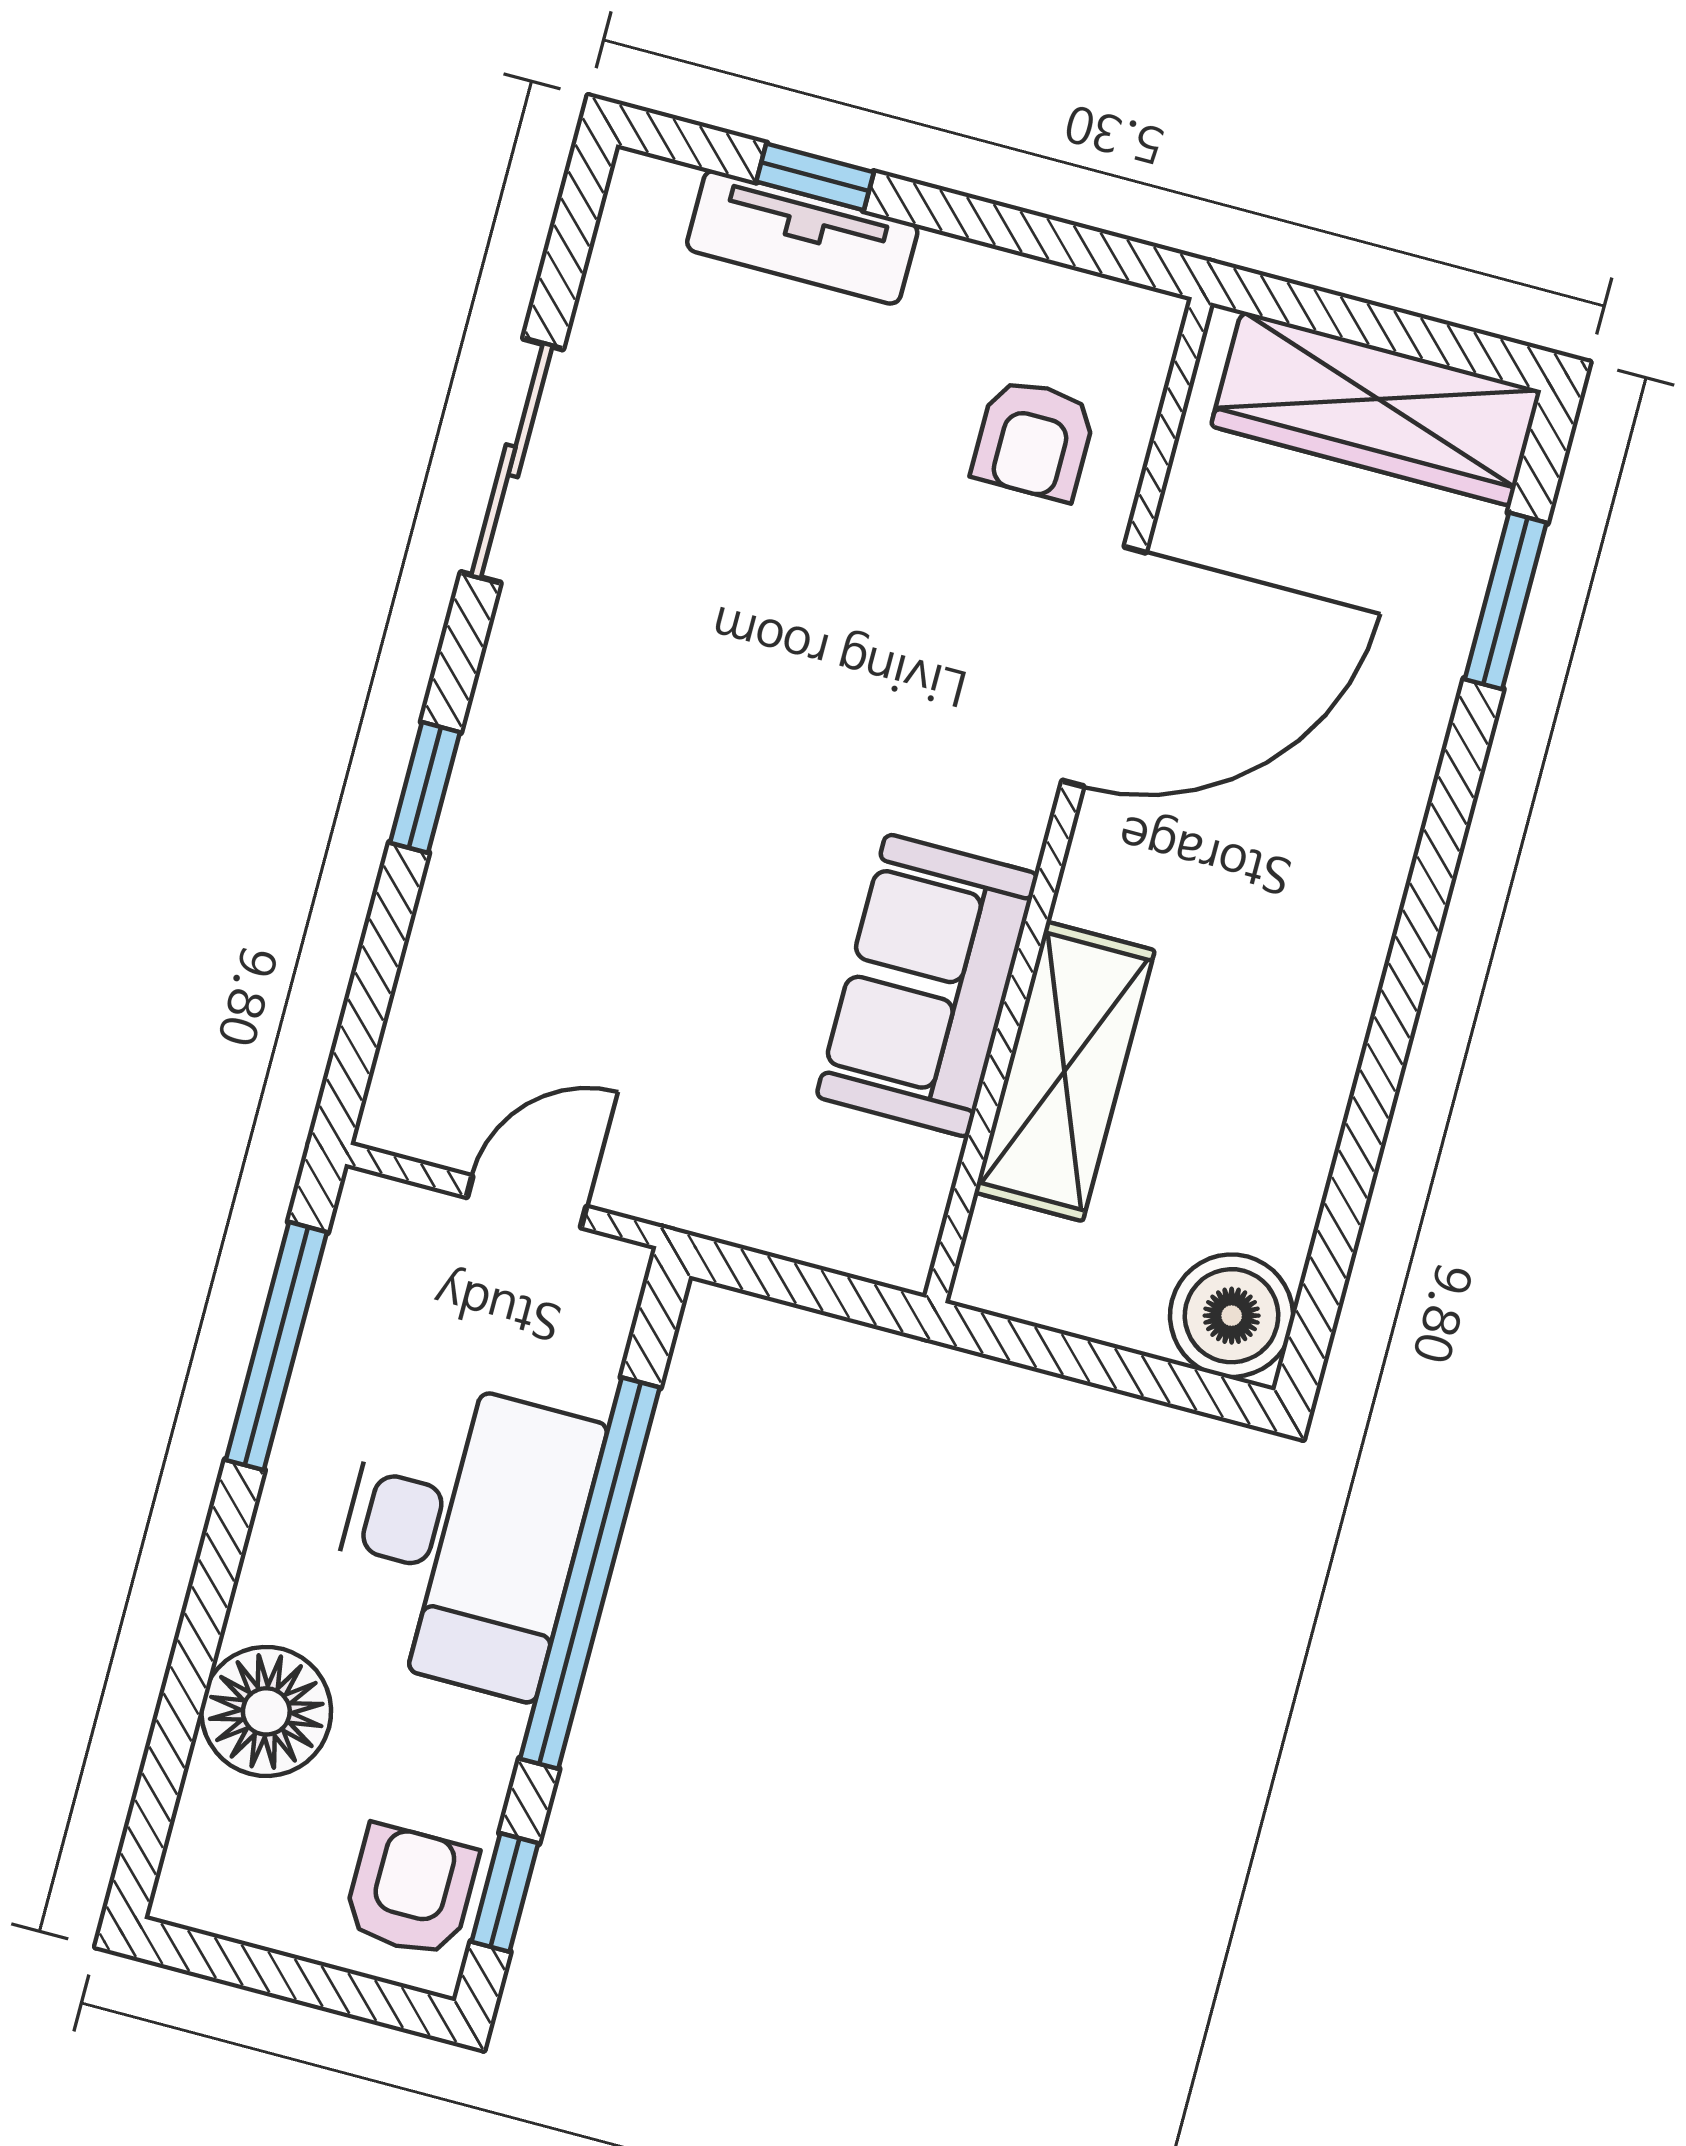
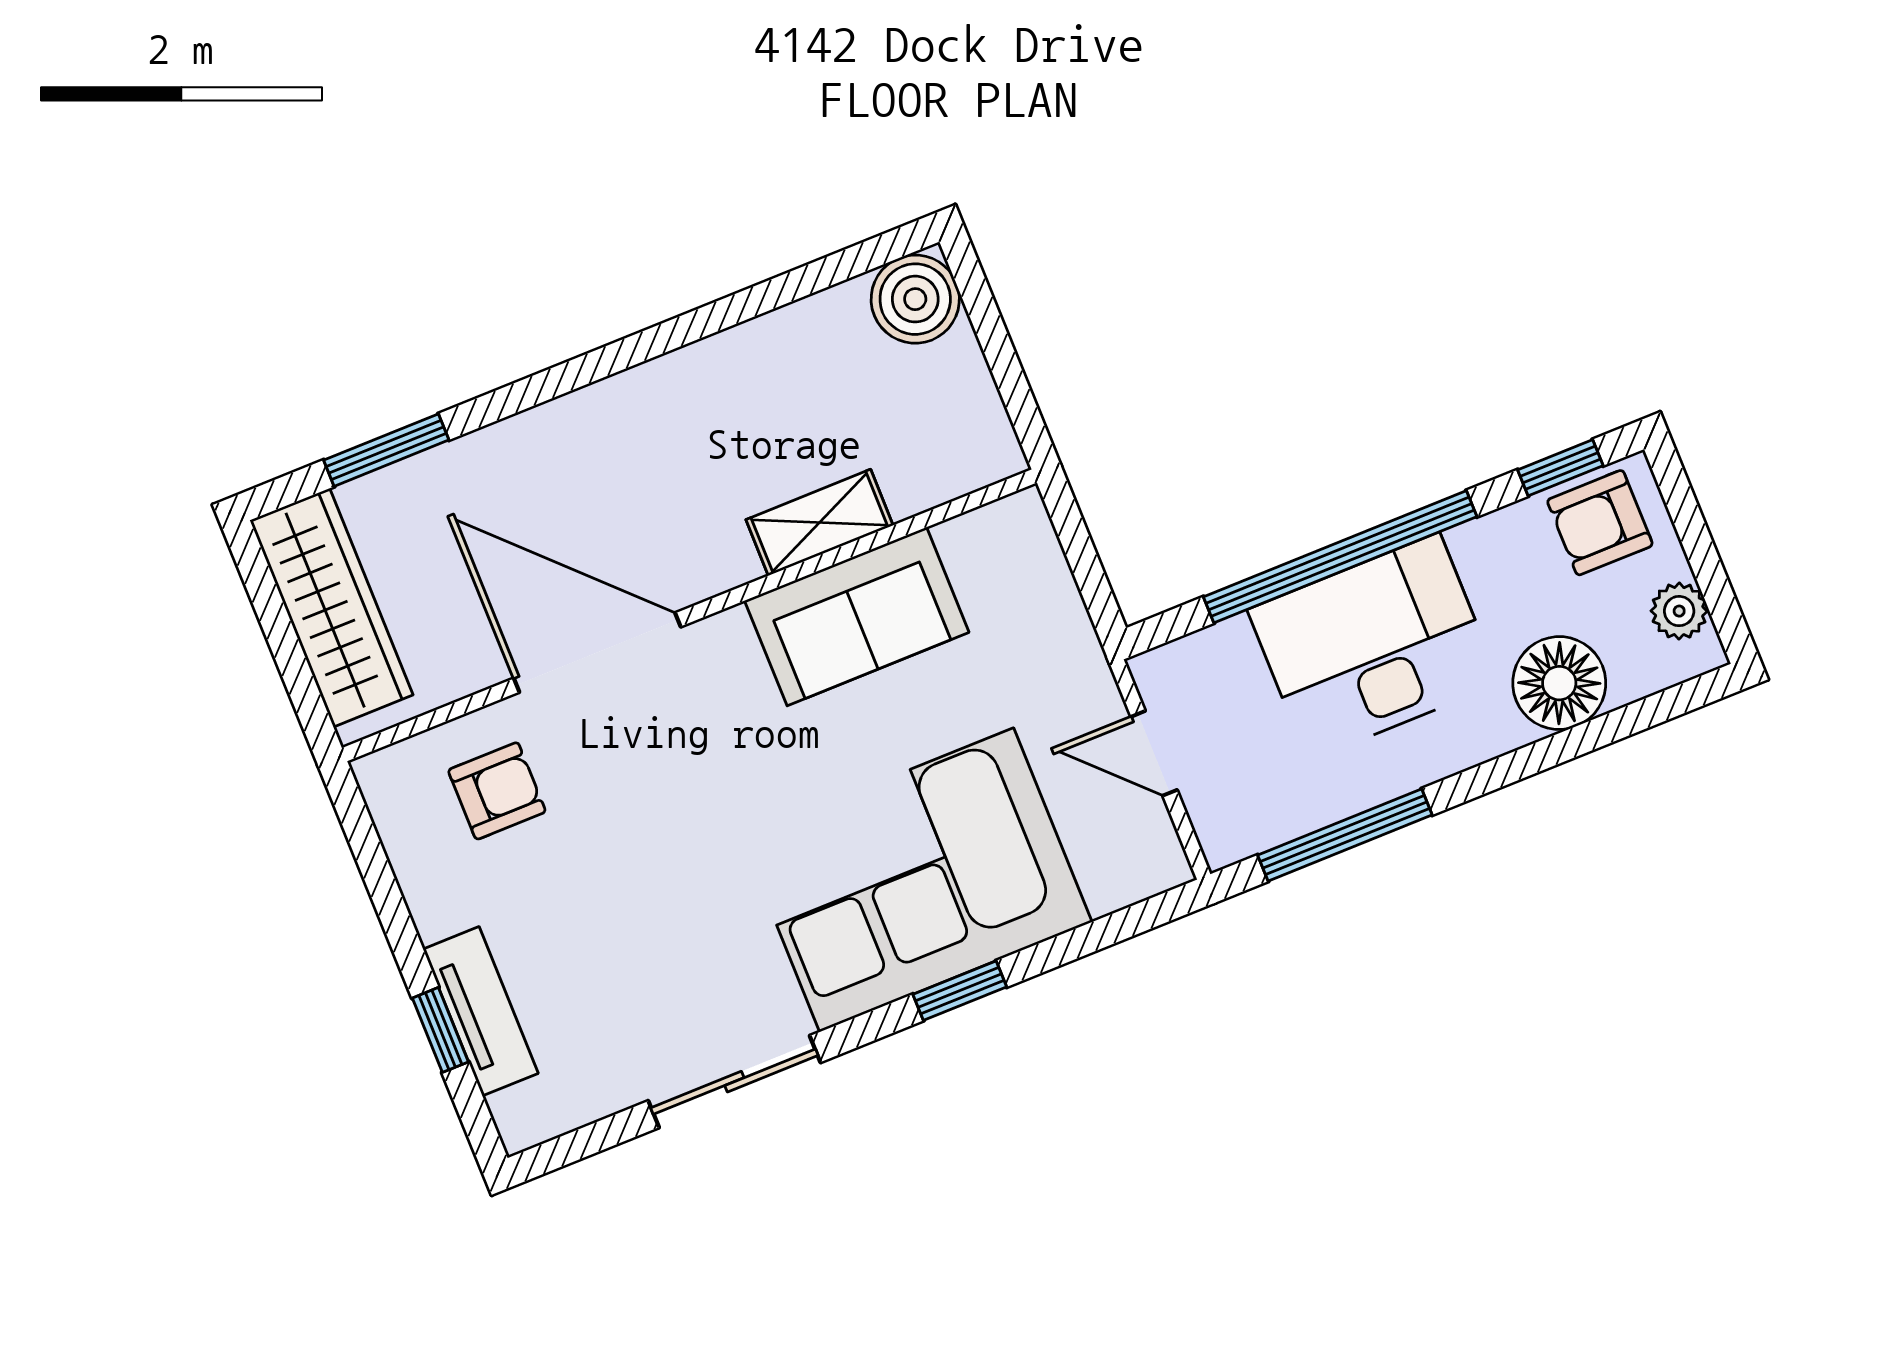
corner sofa: (584, 832) -> (917, 880), added
shelving: (1065, 1071) -> (819, 522), width x0.67, depth x0.75
plant: (246, 1905) -> (1679, 611), added

